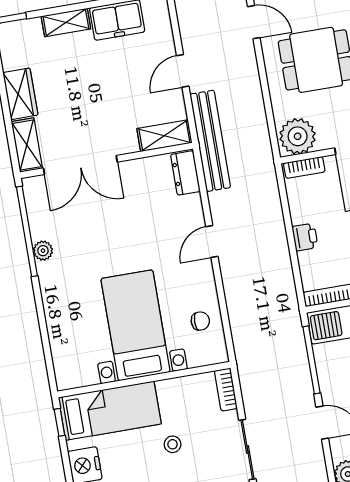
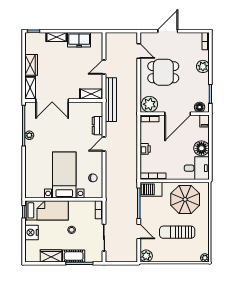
dresser: (185, 173) -> (98, 126), moved

